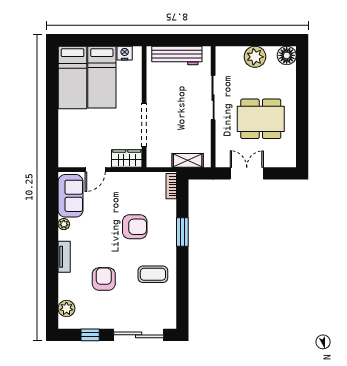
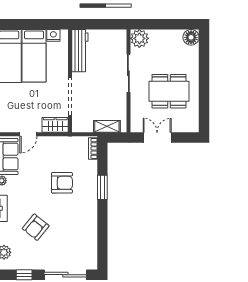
workbench: (177, 55) -> (80, 51), moved, turned -90
plant: (255, 57) -> (139, 38), moved
coffee table: (153, 274) -> (77, 223), removed
armchair: (104, 279) -> (36, 227), turned -141

